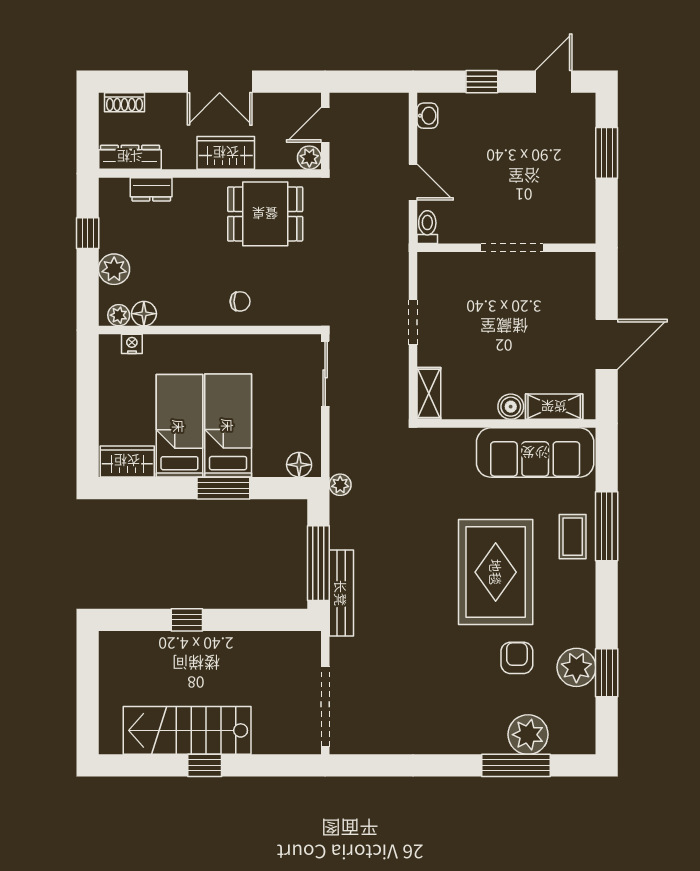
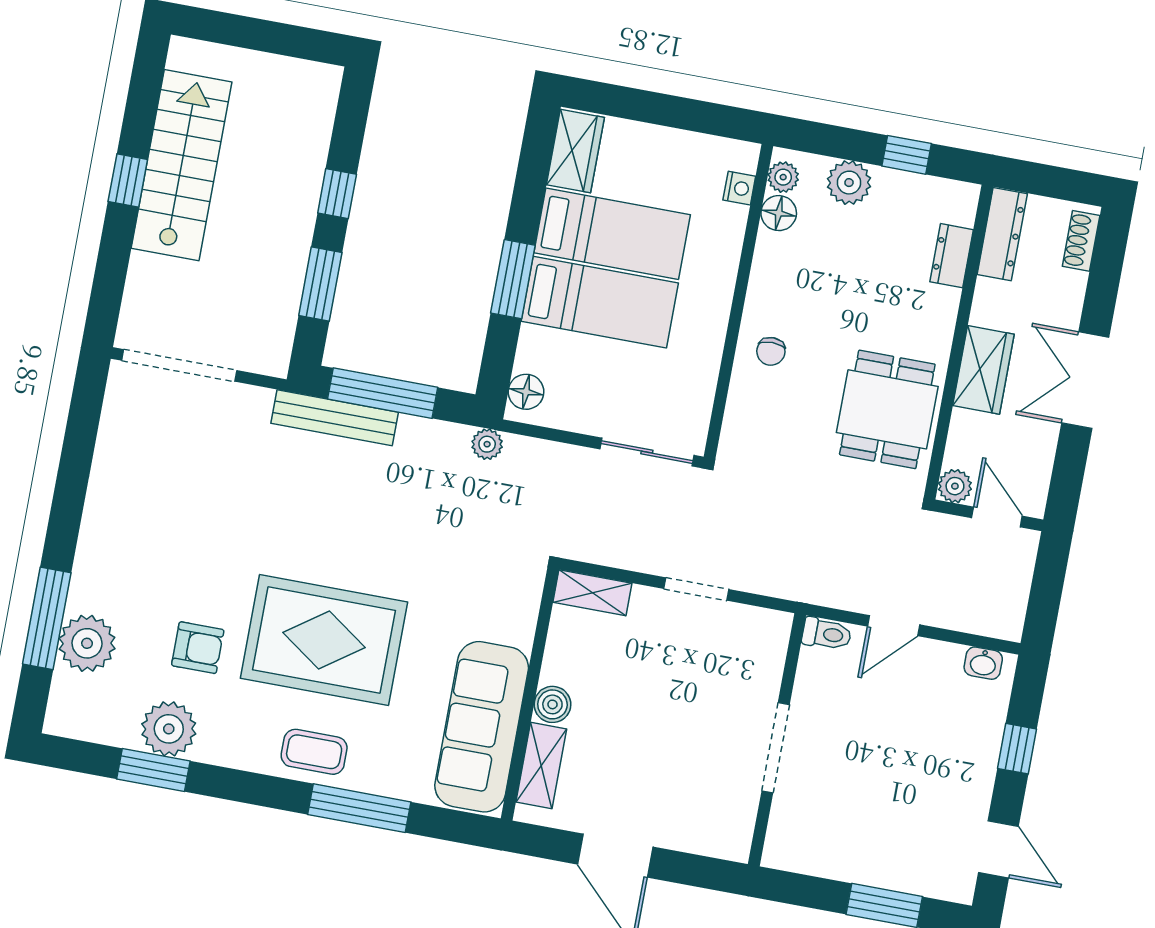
coffee table: (573, 537) -> (314, 752), moved
window: (251, 620) -> (320, 284), added

